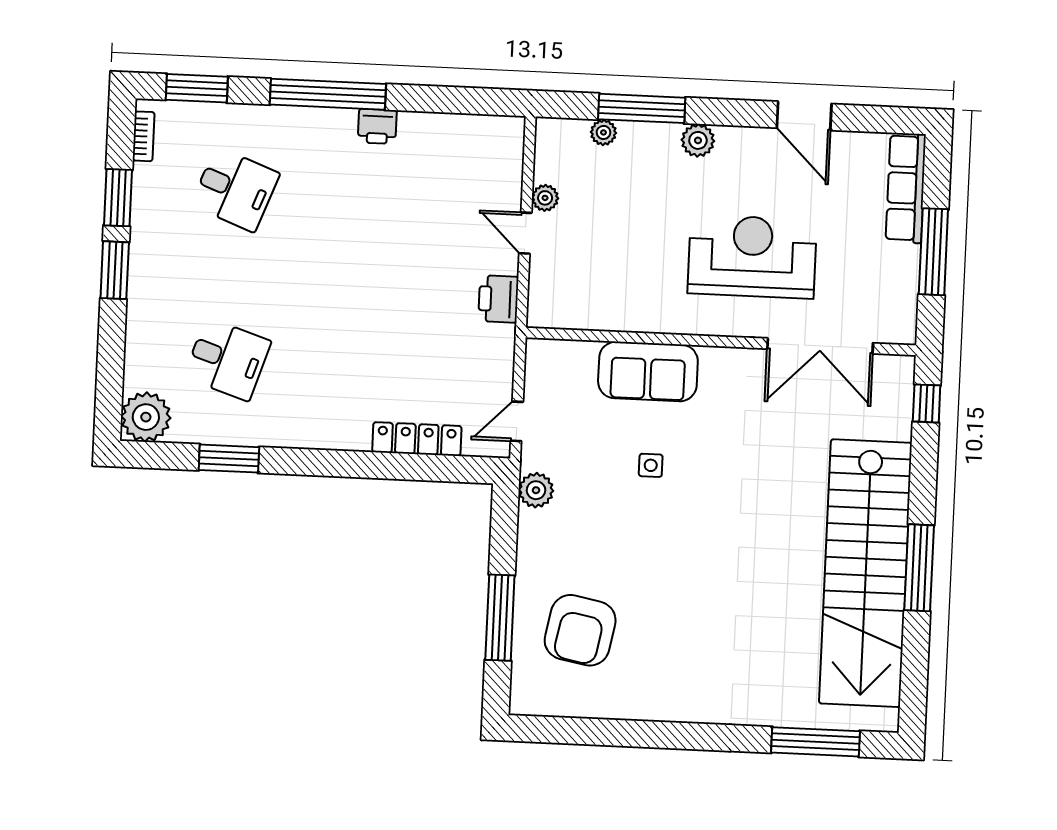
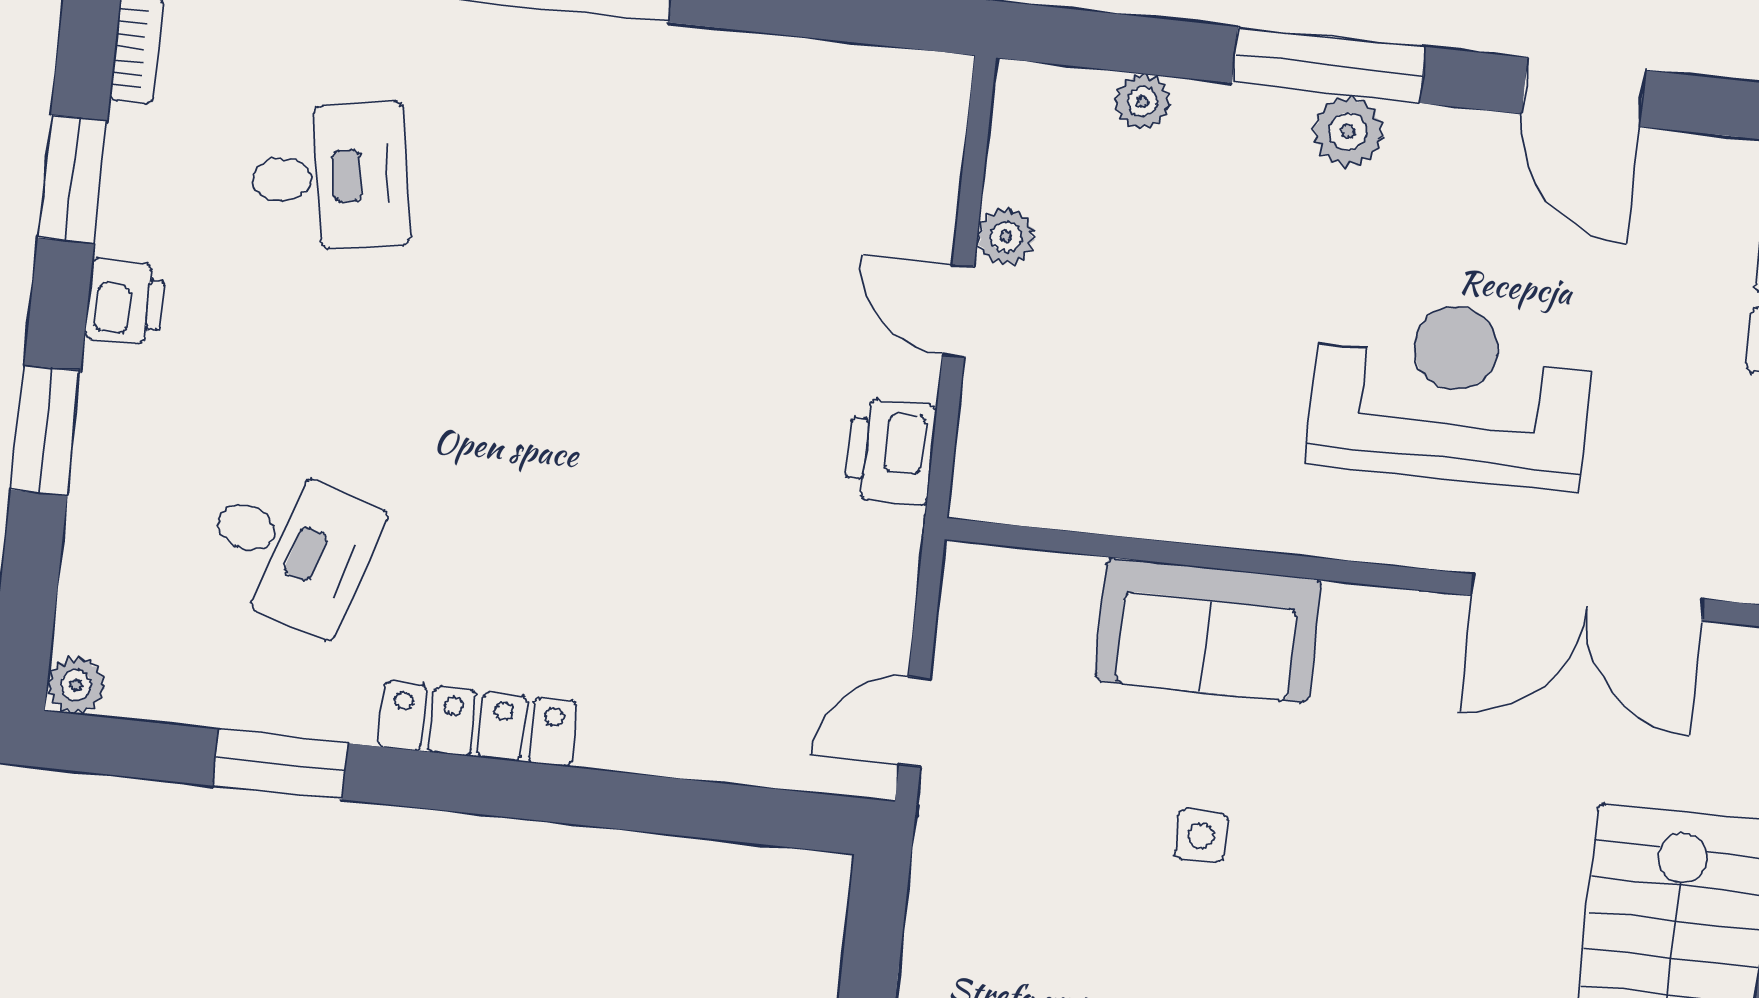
window: (642, 108) -> (1329, 65), moved
printer: (377, 126) -> (125, 302), moved, turned -90
desk: (235, 189) -> (330, 177), turned -30
window: (115, 270) -> (46, 431), moved
plant: (146, 417) -> (76, 685), width x0.53, depth x0.53
locker: (417, 439) -> (477, 724), moved
plant: (536, 490) -> (947, 875), removed

